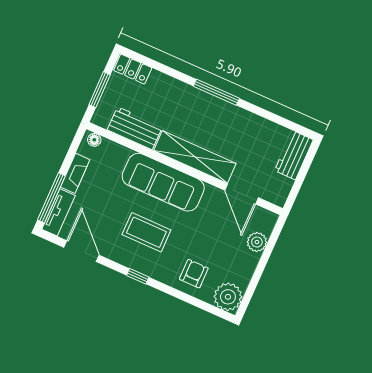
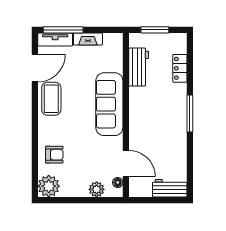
locker: (133, 69) -> (180, 68), moved
floor lamp: (94, 140) -> (118, 182), moved
shelving: (195, 157) -> (137, 119), removed
door: (242, 194) -> (126, 163), swing flipped
coffee table: (146, 232) -> (51, 99), moved
window: (138, 276) -> (35, 116), removed

